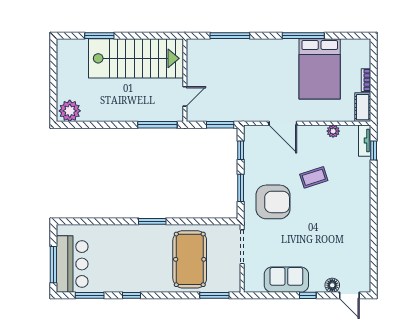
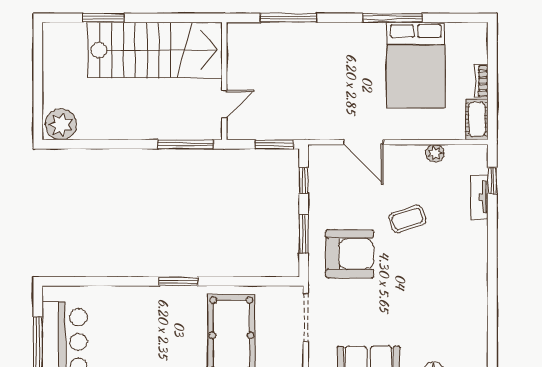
tv unit: (365, 141) -> (479, 197), moved

